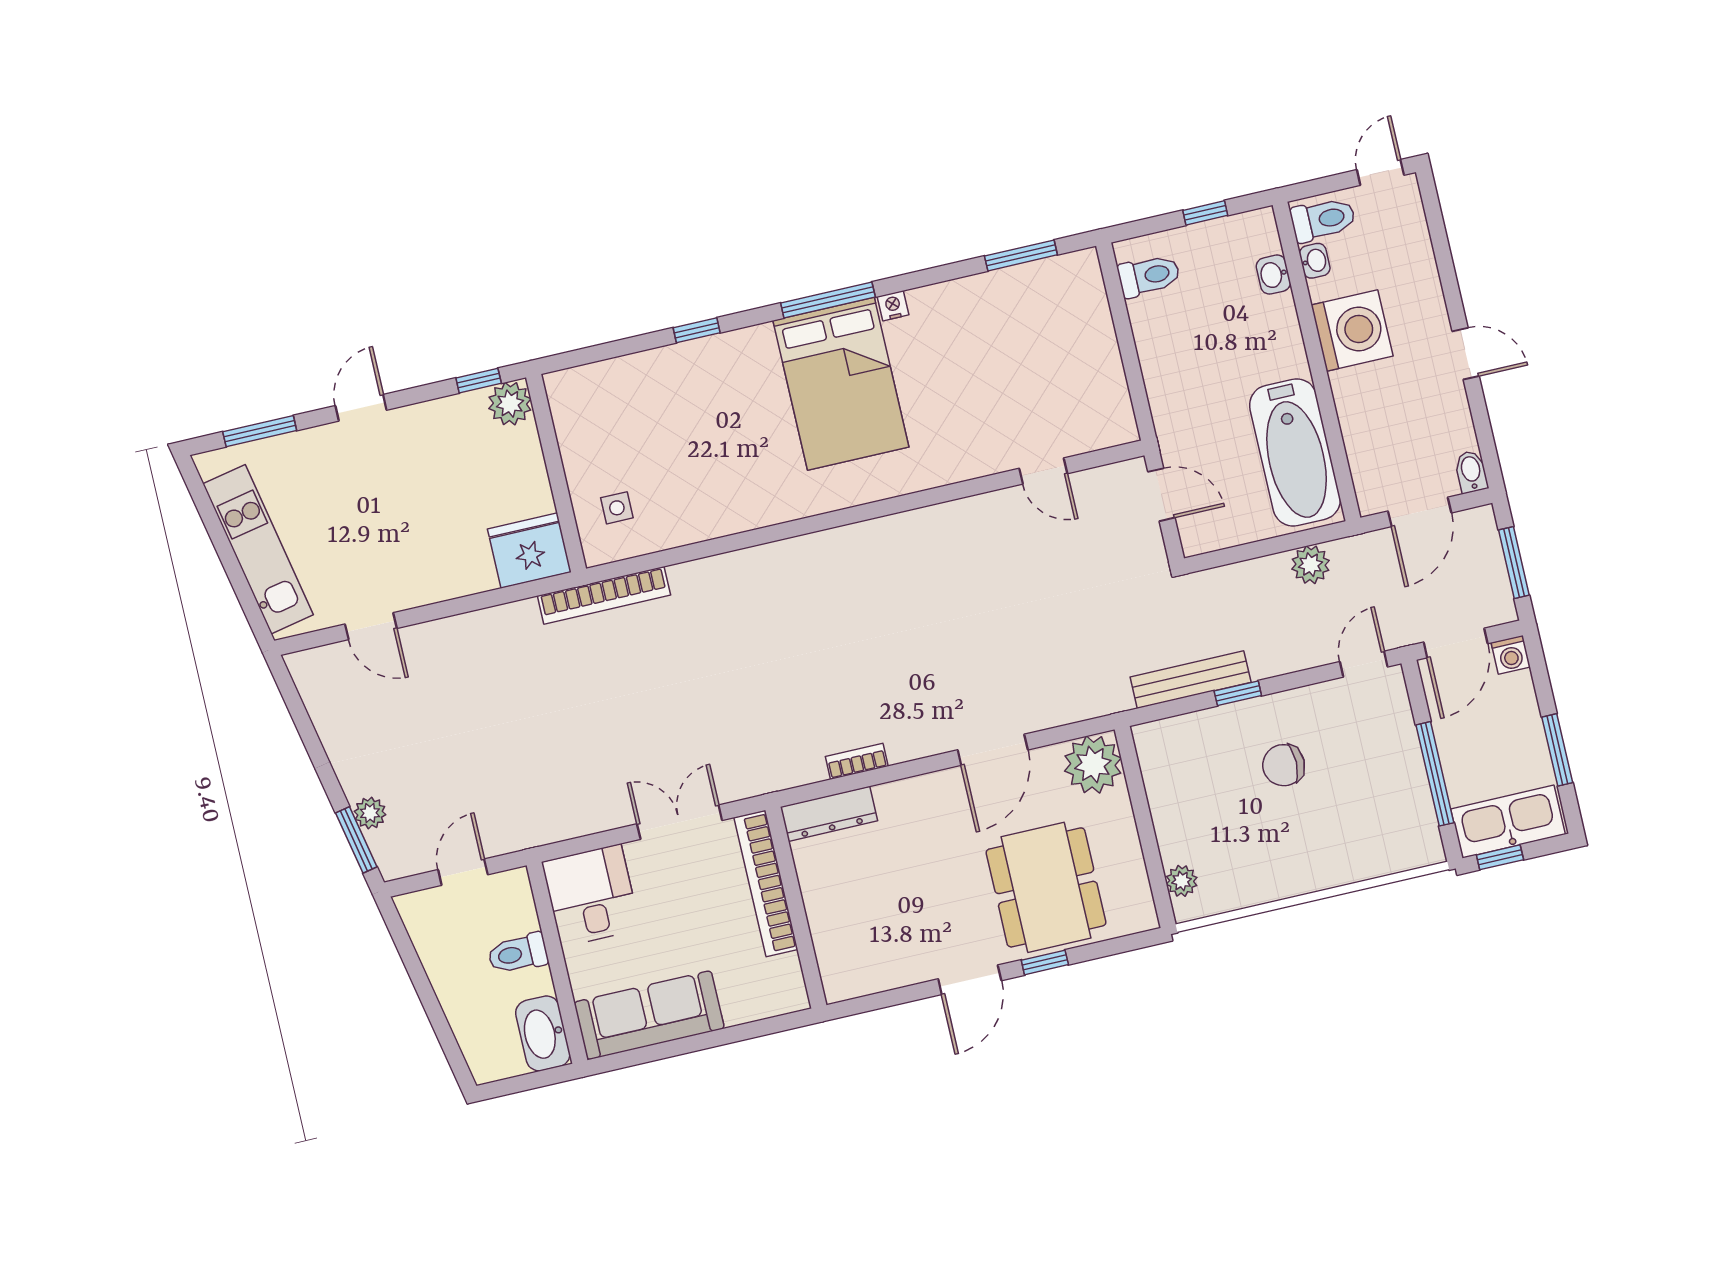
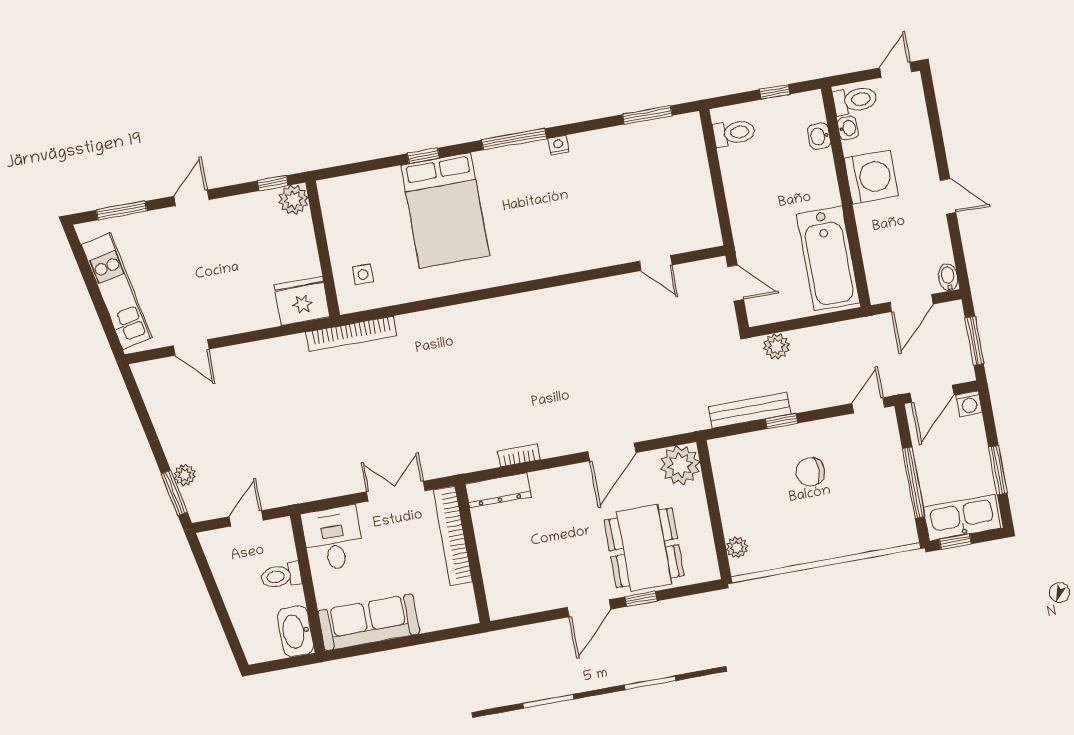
bed: (841, 384) -> (445, 210), moved
plant: (1311, 565) -> (776, 346), moved

